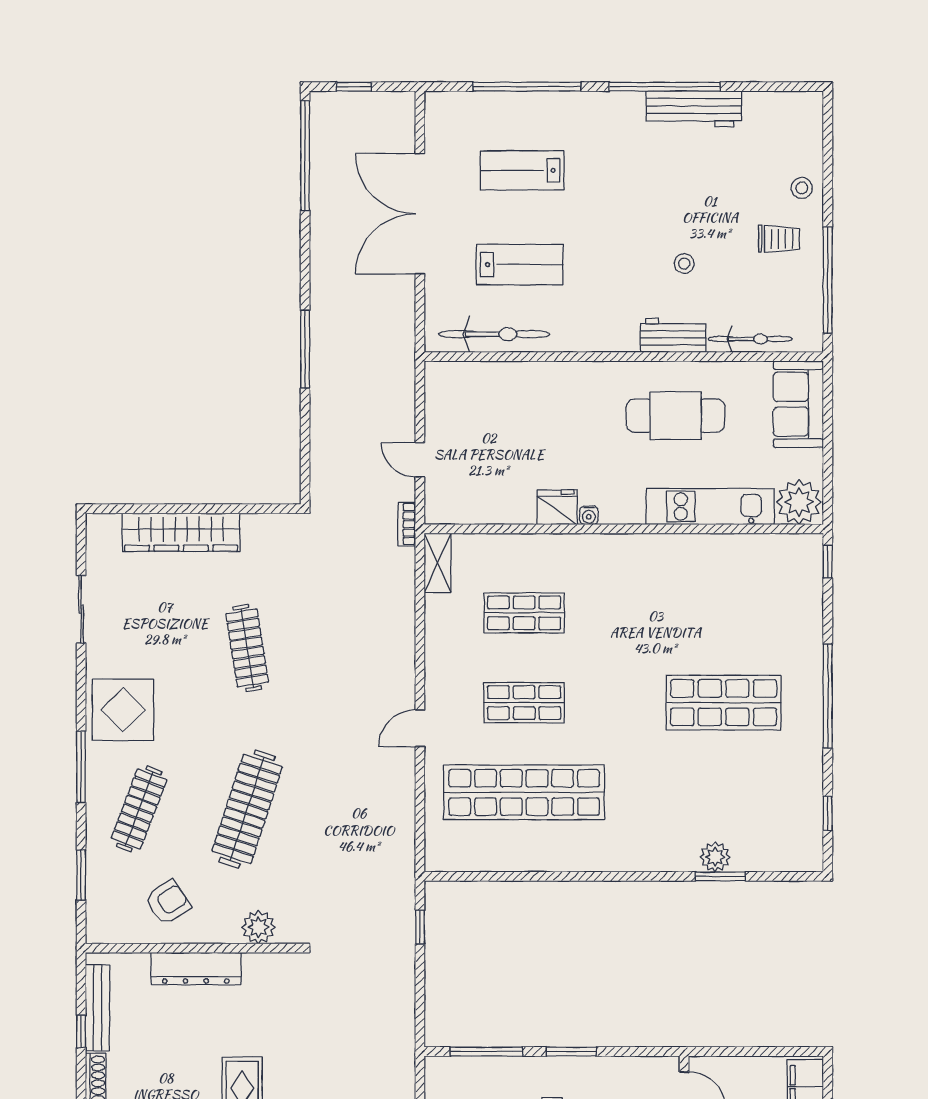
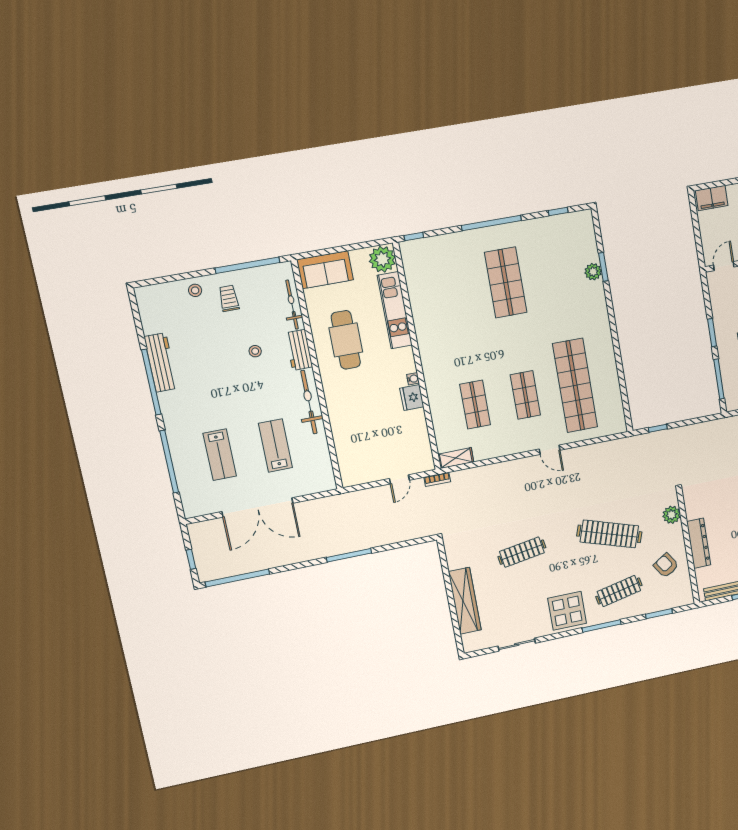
bicycle: (494, 334) -> (309, 402), moved
clothes rail: (139, 809) -> (619, 591), turned -33

